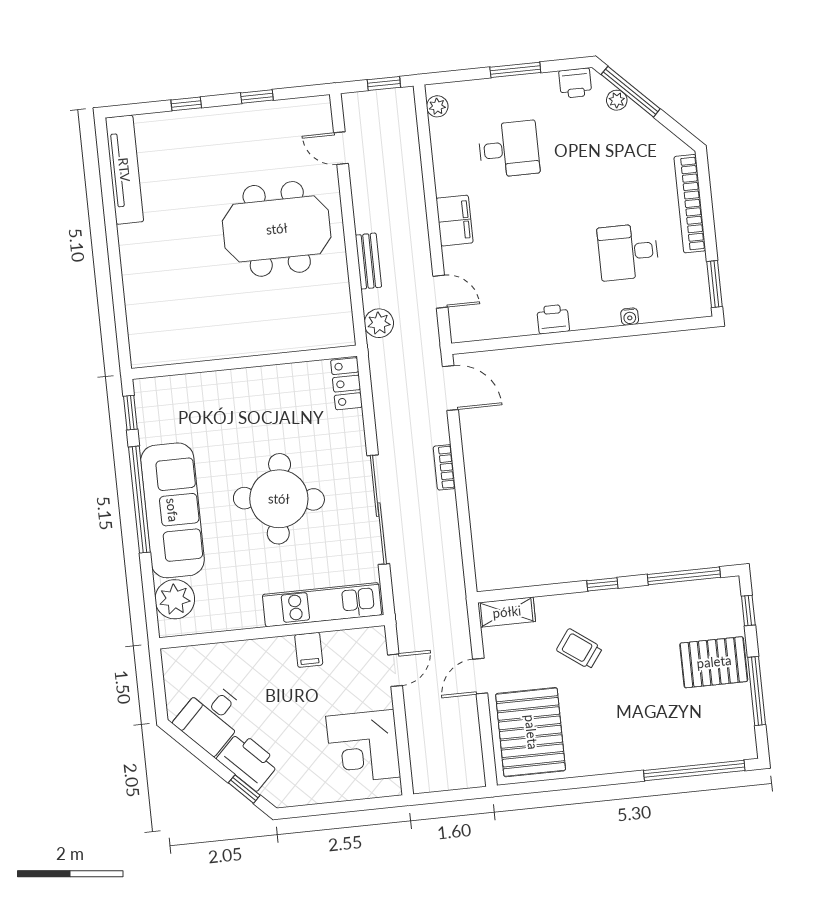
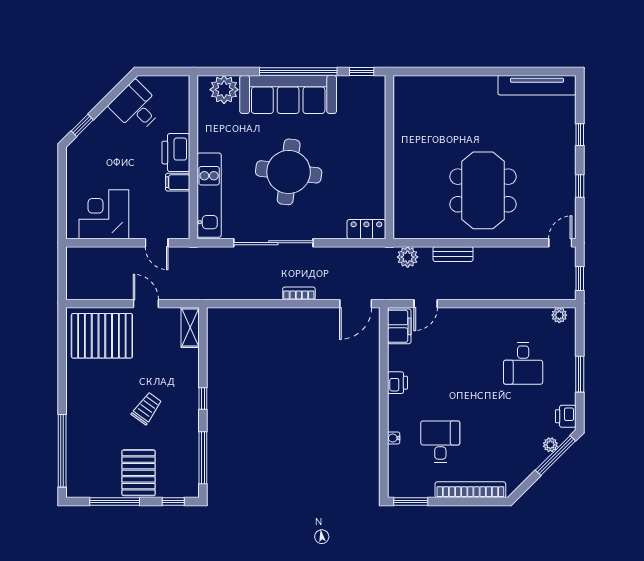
door: (341, 148) -> (560, 243), moved
filing cabinet: (455, 221) -> (399, 326), moved, turned -90
trolley: (579, 649) -> (147, 408), moved
printer: (248, 761) -> (176, 153), moved, turned 135

